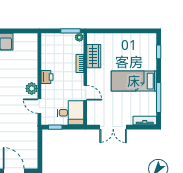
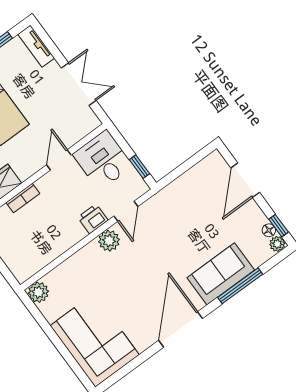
plant: (32, 39) -> (38, 292), added
printer: (47, 77) -> (93, 219), moved

